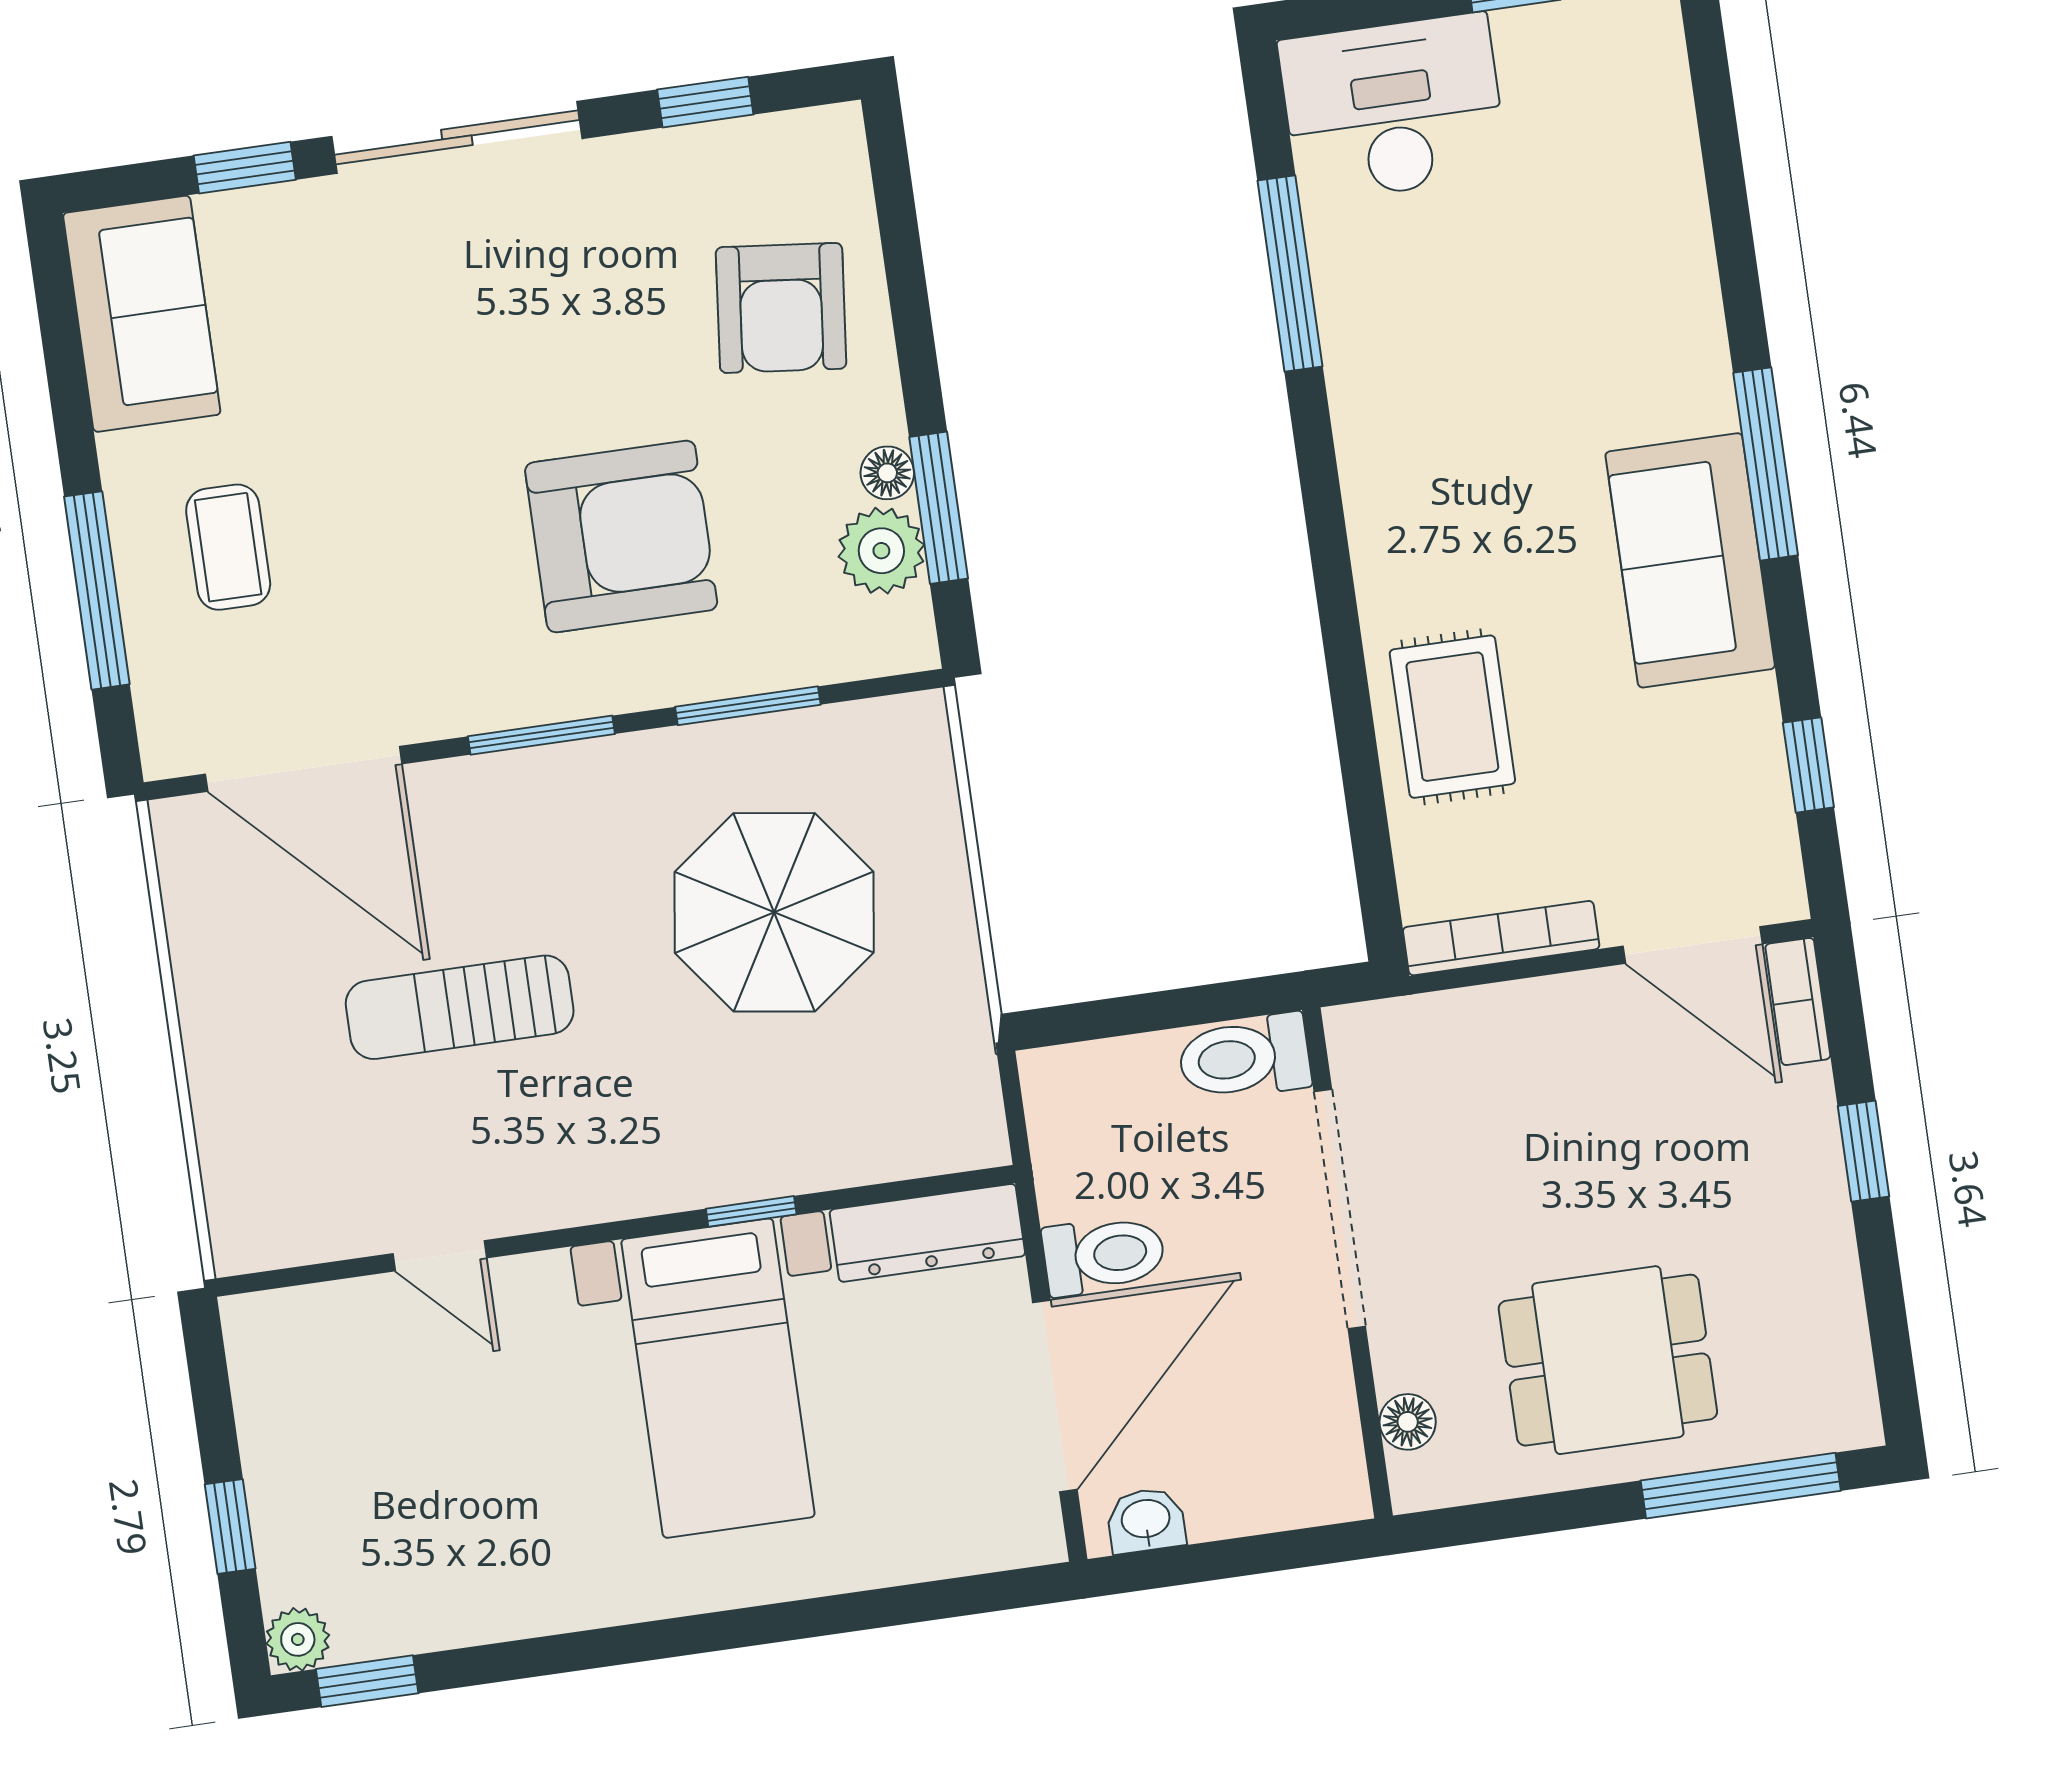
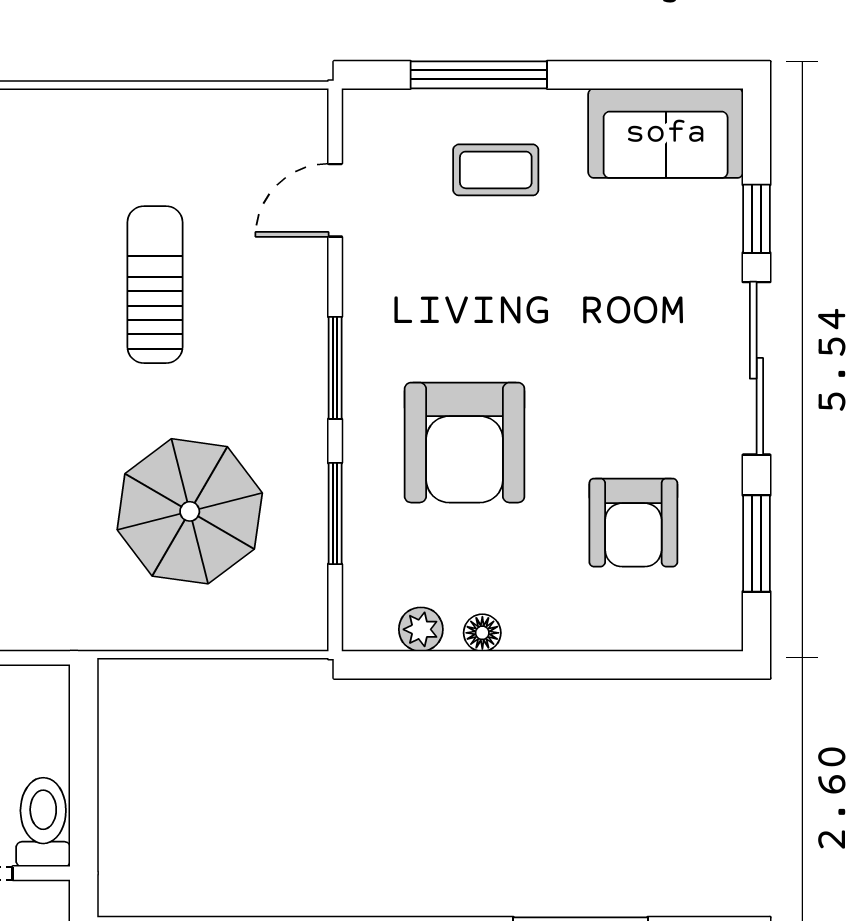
window: (705, 102) -> (757, 543), width x1.50
armchair: (781, 308) -> (633, 523), moved, turned -96
window: (939, 508) -> (453, 665), removed
plant: (881, 551) -> (421, 629), width x0.73, depth x0.73
door: (304, 769) -> (335, 200), width x0.53

